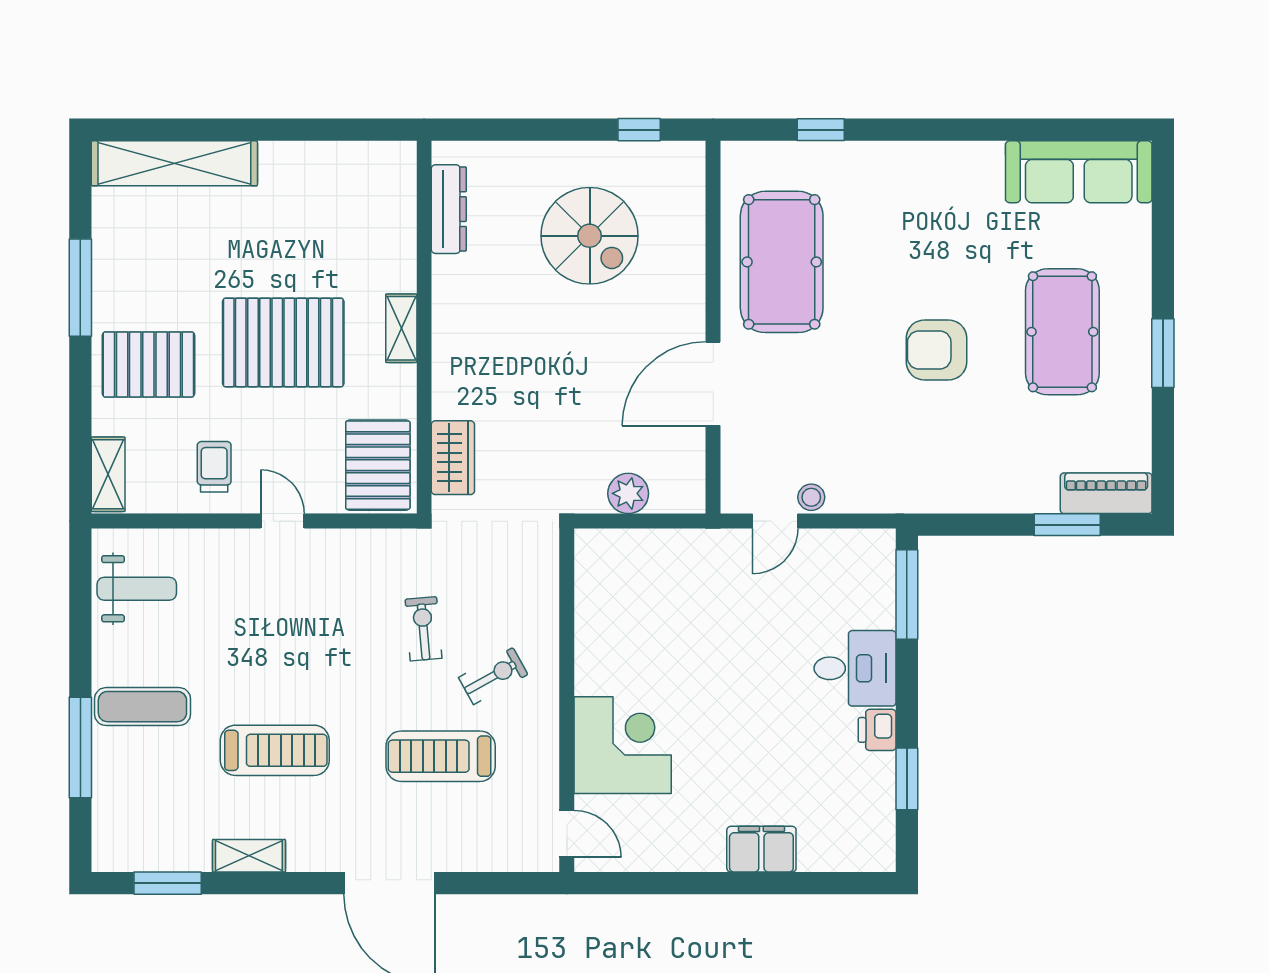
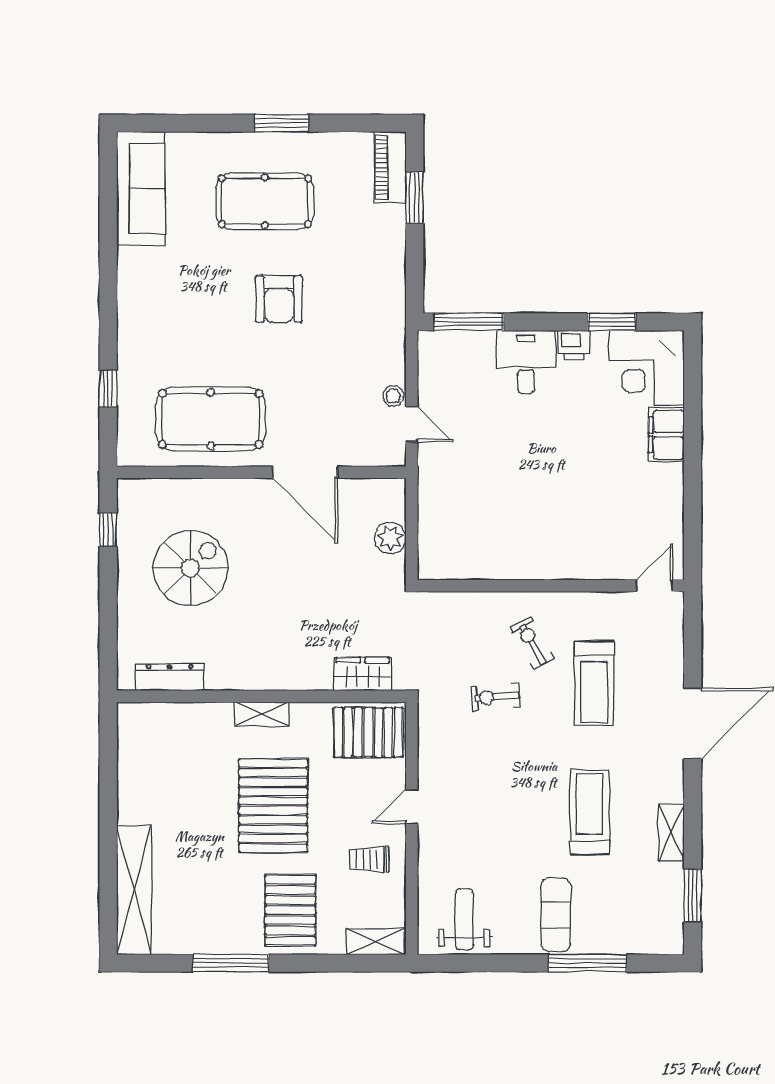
corner desk: (623, 745) -> (646, 368), moved, turned -90

